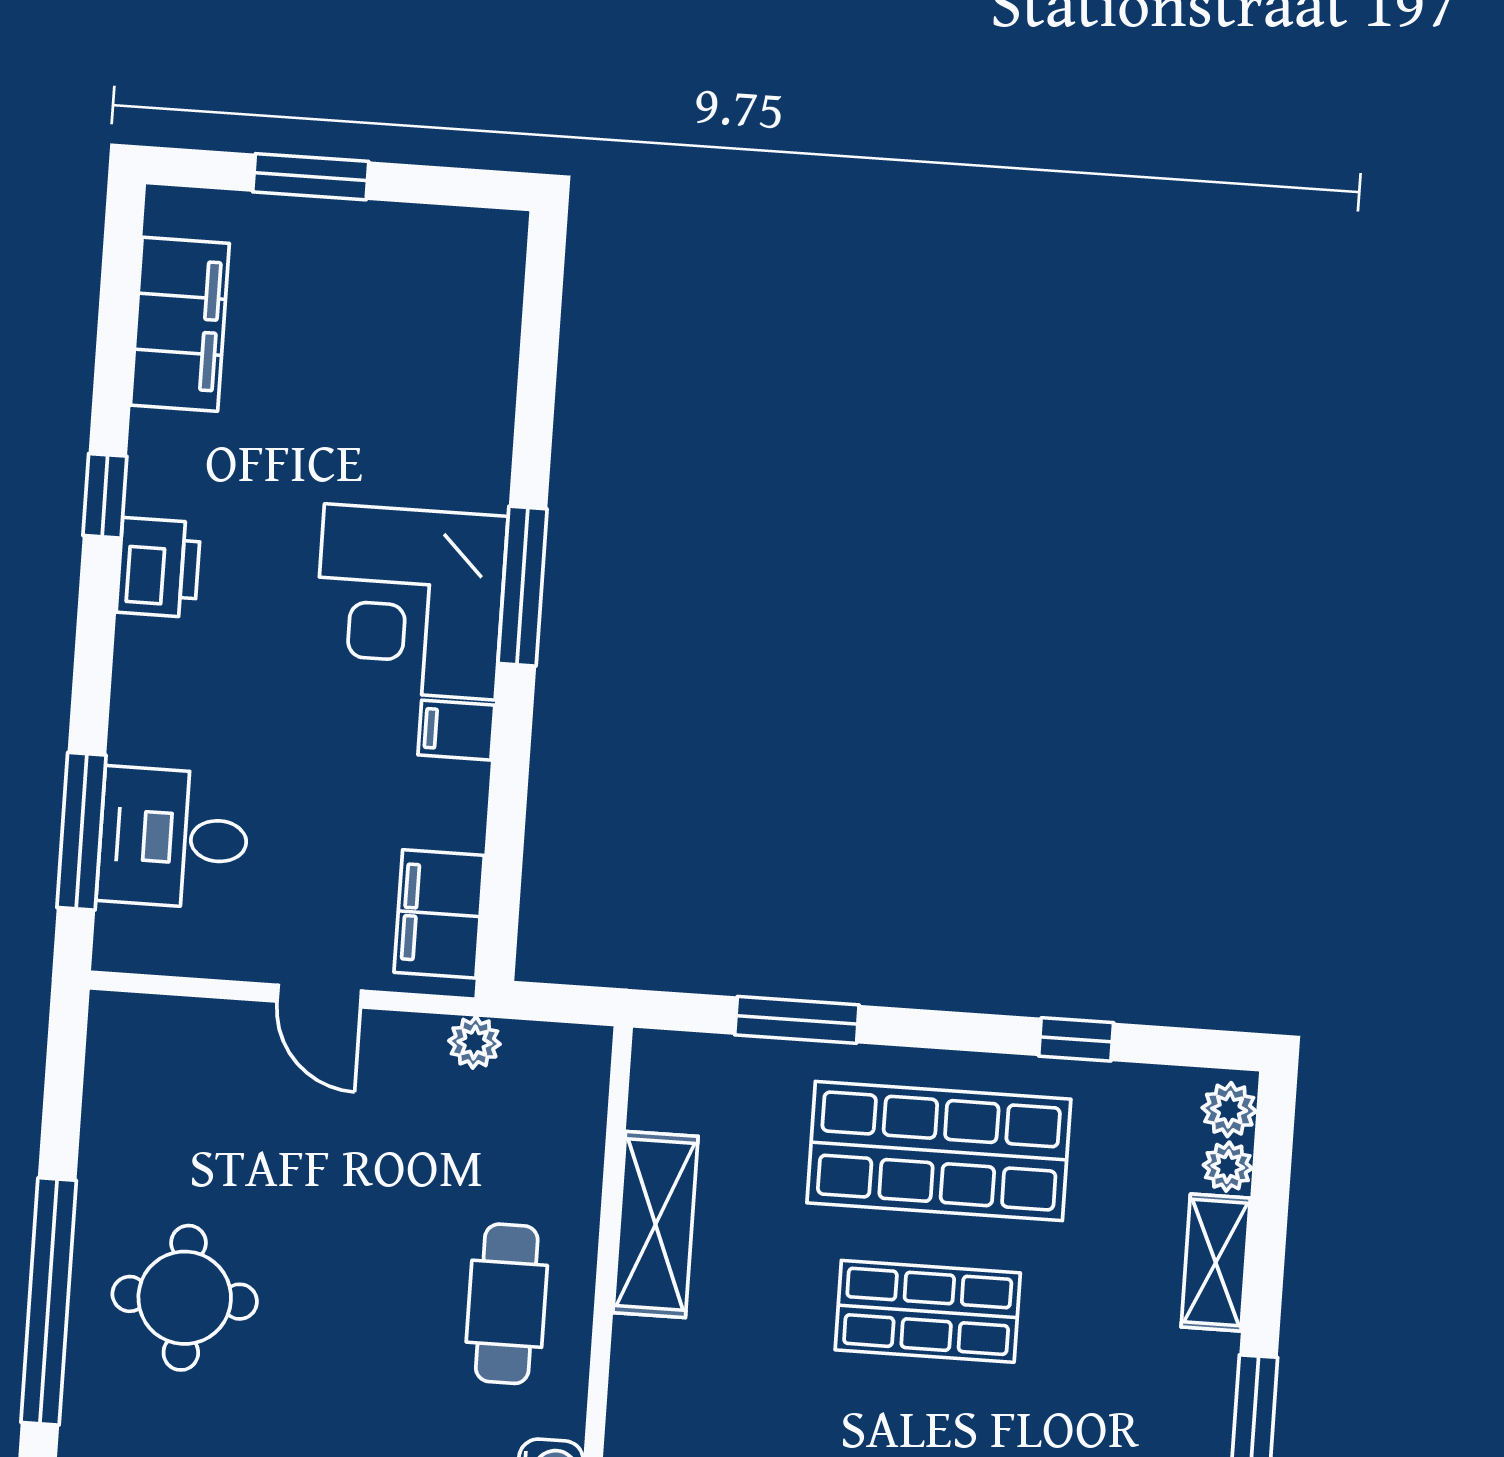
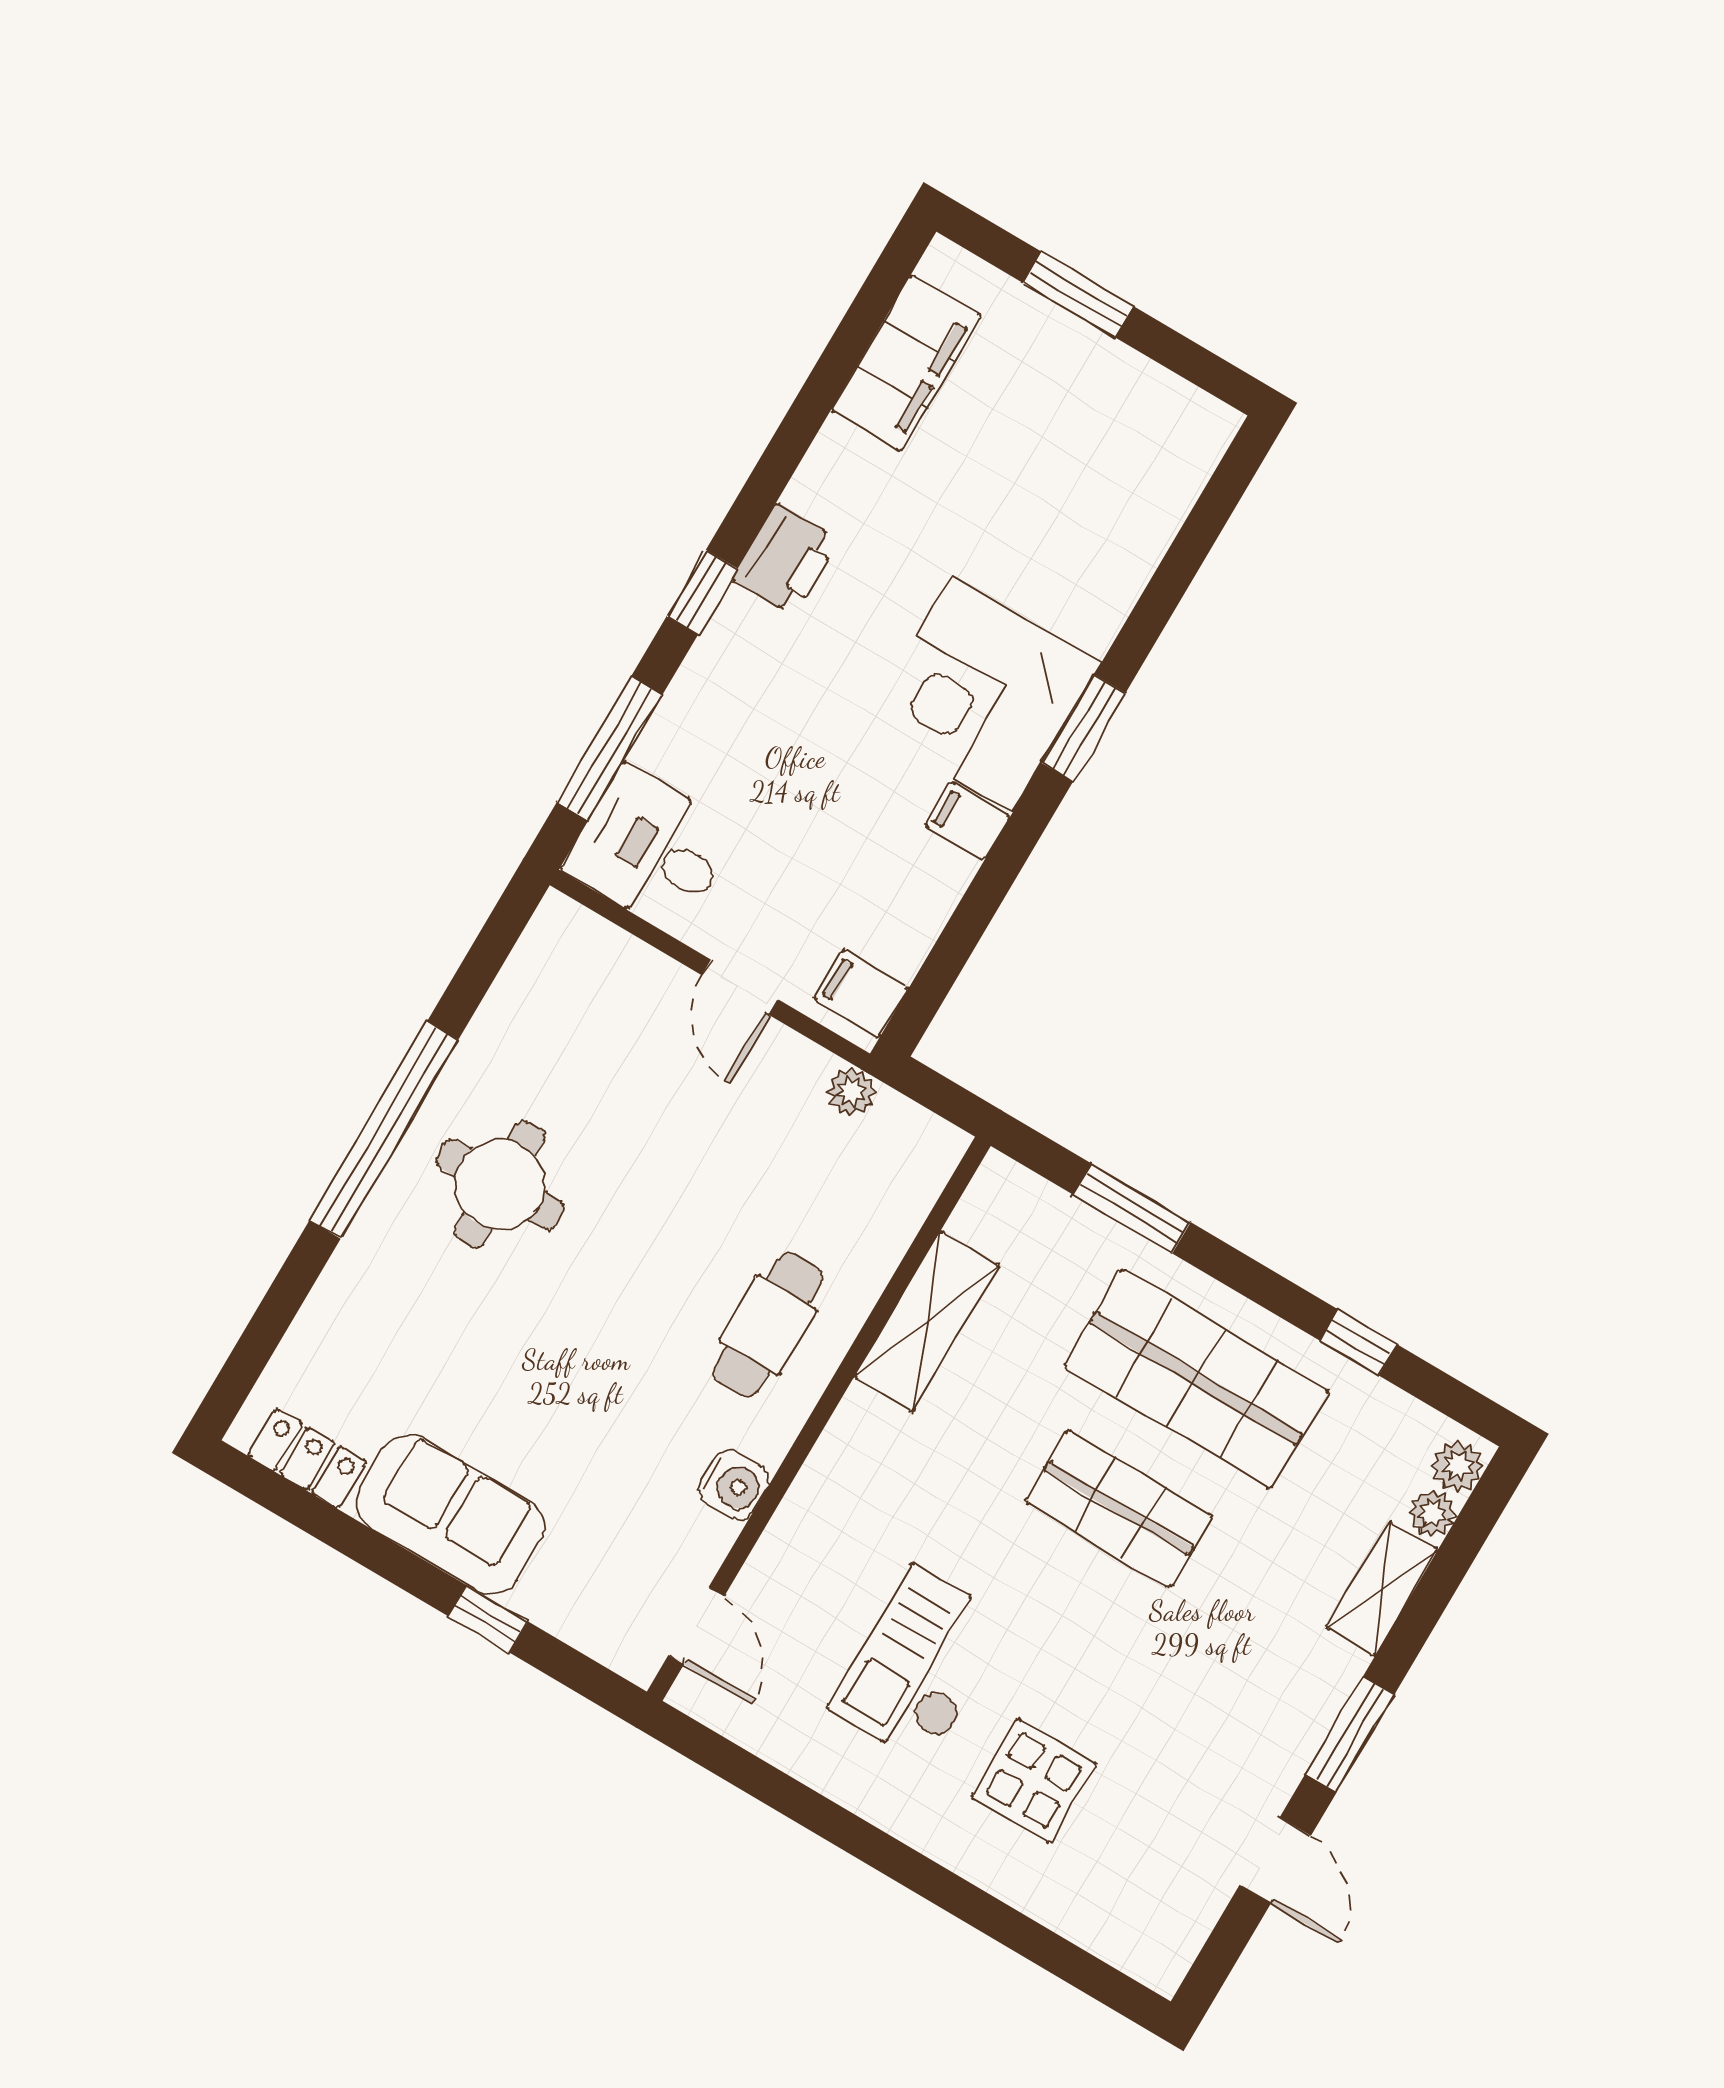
window: (105, 496) -> (702, 592), moved
window: (522, 586) -> (1084, 728), width x0.69
desk: (173, 838) -> (650, 850), moved
filing cabinet: (439, 914) -> (861, 993), width x0.50

